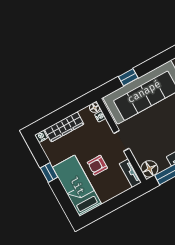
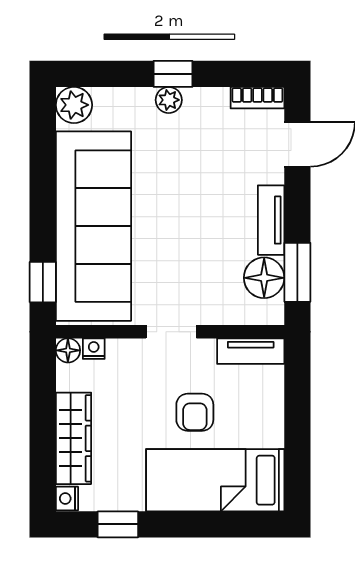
window: (128, 77) -> (43, 282), moved
floor lamp: (149, 169) -> (264, 278), moved
window: (49, 172) -> (118, 524), moved

